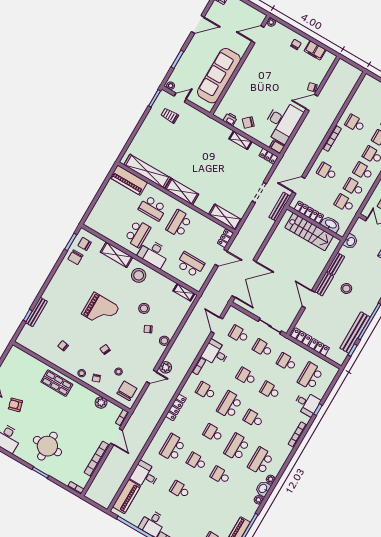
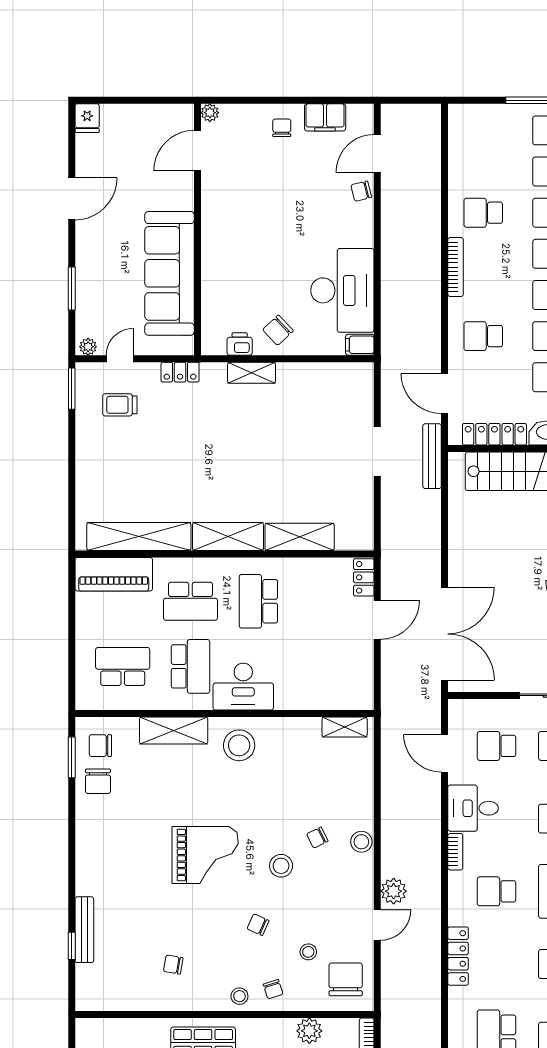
door: (312, 103) -> (377, 154), moved
shelving: (241, 140) -> (252, 373), moved
locker: (268, 156) -> (180, 372), moved
door: (299, 185) -> (445, 394), hinge flipped
shelving: (225, 217) -> (300, 537), moved
school desk: (191, 264) -> (123, 666), moved
stool: (144, 308) -> (281, 866), moved

